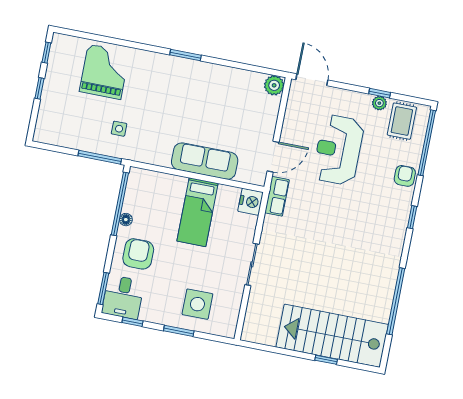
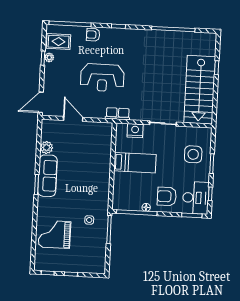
plant: (274, 85) -> (46, 148), moved
reception desk: (338, 150) -> (102, 78), moved
door: (273, 157) -> (73, 119), moved
sofa: (205, 161) -> (47, 176), moved, turned 180
nightstand: (251, 202) -> (135, 131), moved
desk: (123, 297) -> (196, 198), width x1.37
stairs: (332, 336) -> (200, 90), moved

